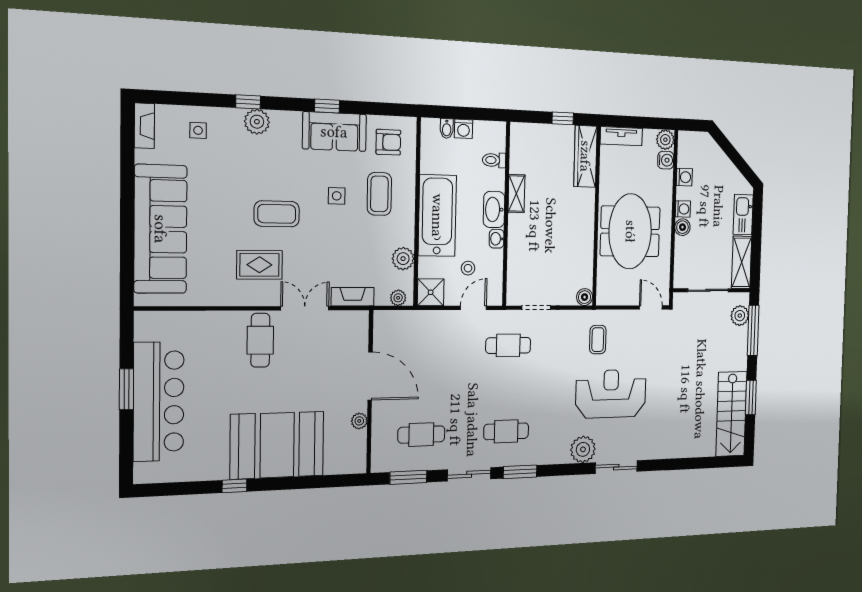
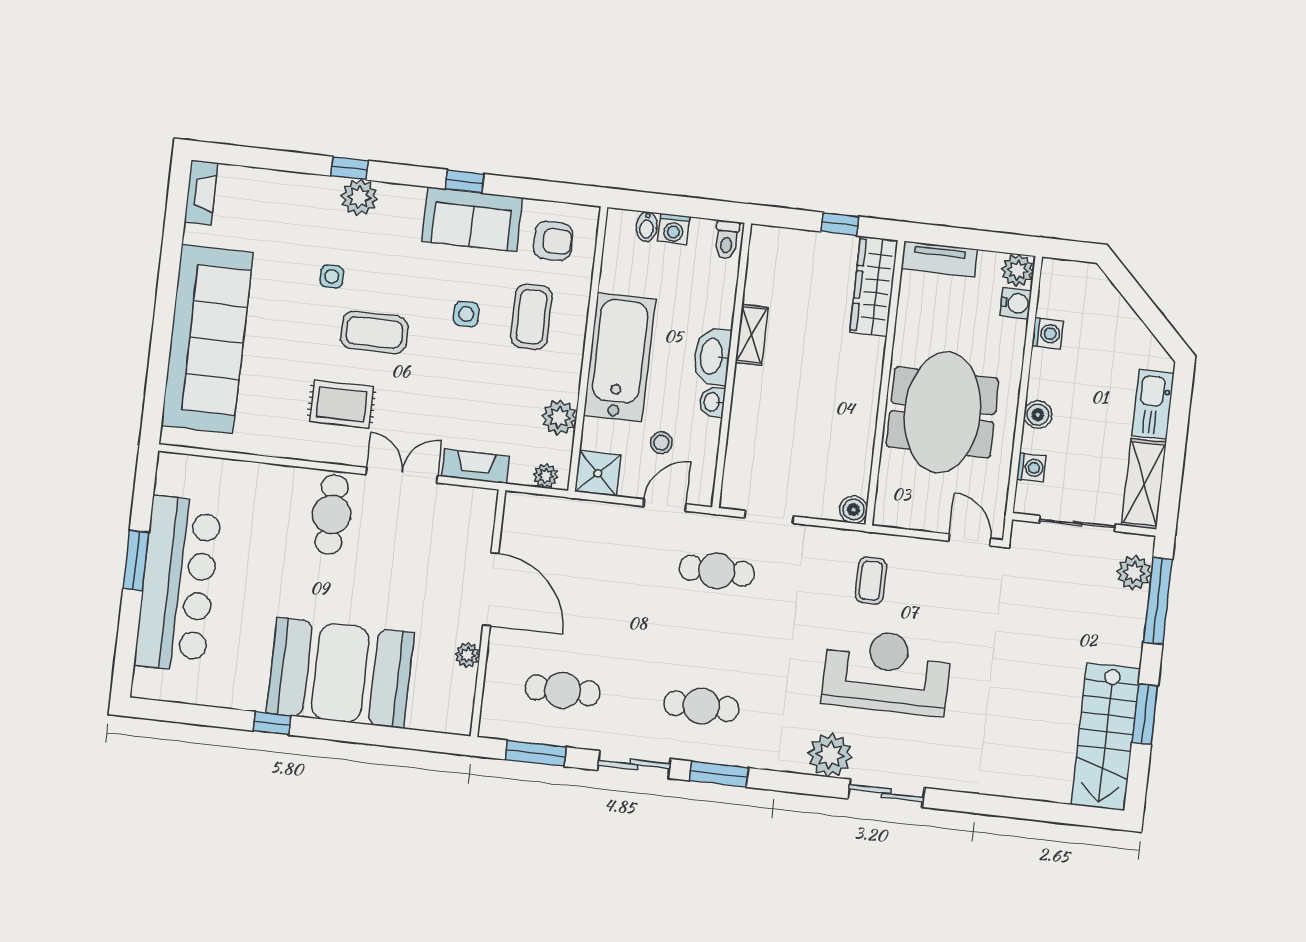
side table: (198, 130) -> (332, 276), moved
toilet: (494, 160) -> (727, 240), moved, turned -90
washing machine: (683, 209) -> (1031, 468), moved

